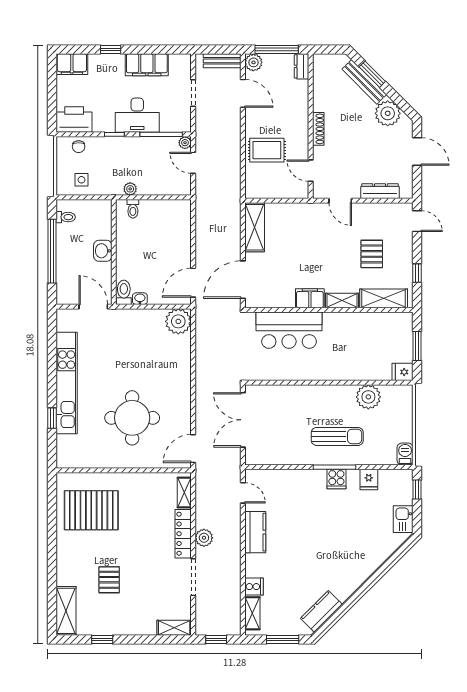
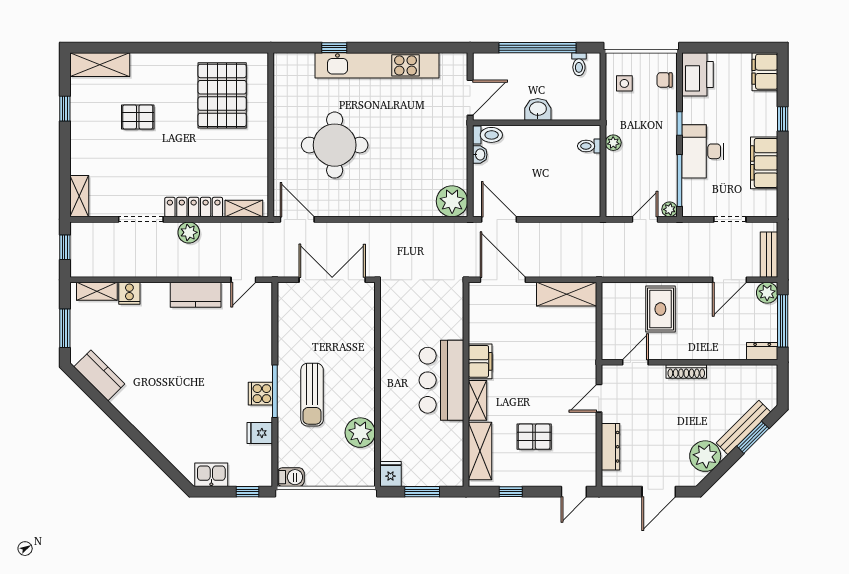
bar counter: (289, 330) -> (441, 380), moved

